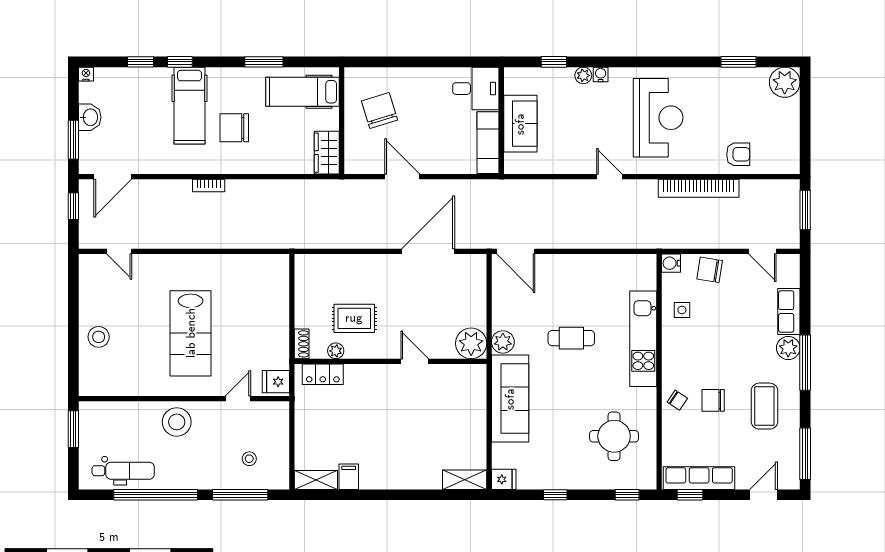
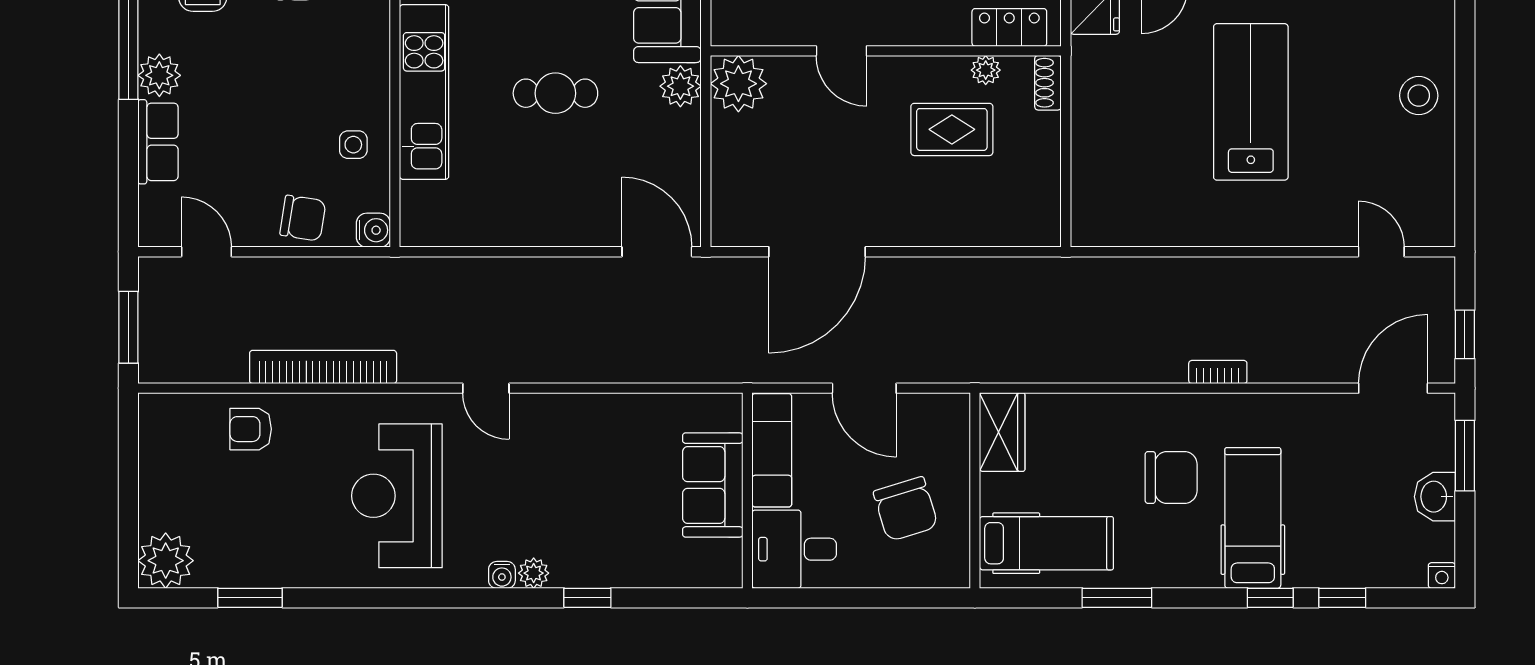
desk: (476, 89) -> (794, 549), moved
wall: (501, 121) -> (747, 491), moved
sofa: (520, 124) -> (713, 485), moved
exam couch: (488, 143) -> (772, 450), moved

